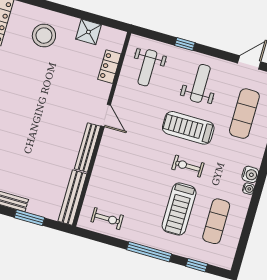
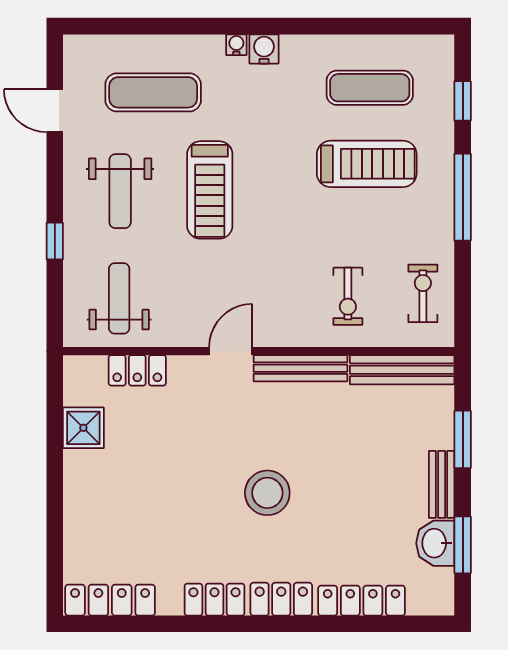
stool: (44, 36) -> (267, 493), moved
weight bench: (147, 68) -> (119, 298), turned -90
weight bench: (200, 83) -> (120, 191), turned -90
exercise bike: (188, 166) -> (348, 296), moved
water cooler: (248, 189) -> (236, 45), moved

